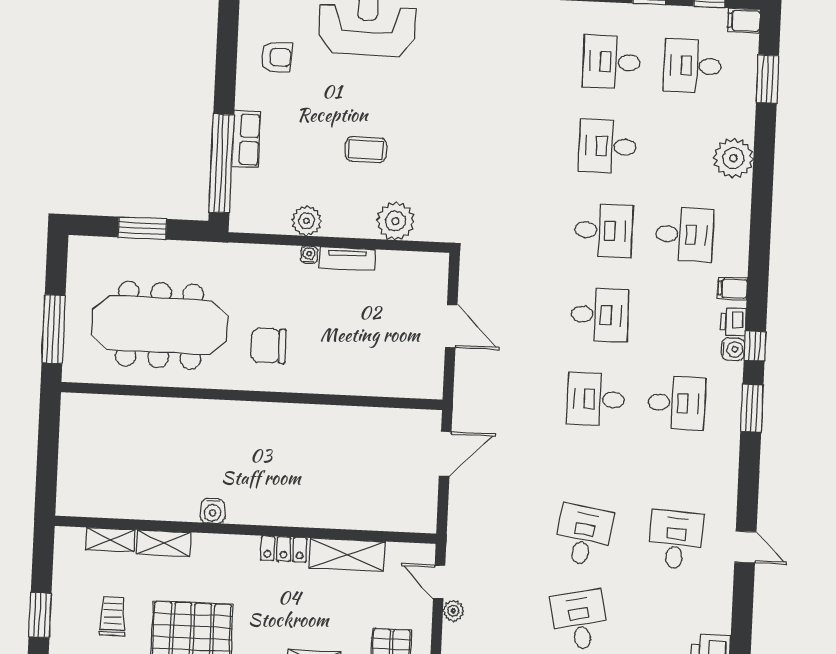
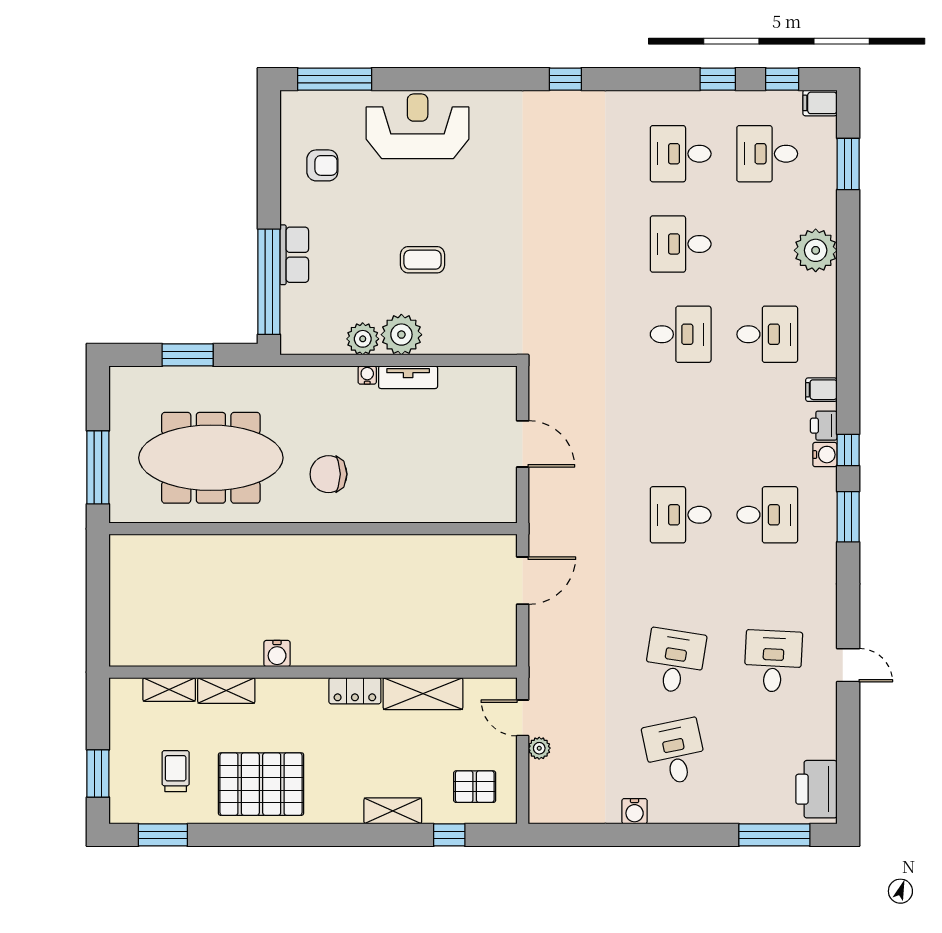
plant: (395, 221) -> (401, 335), moved
desk: (600, 315) -> (681, 425), removed

